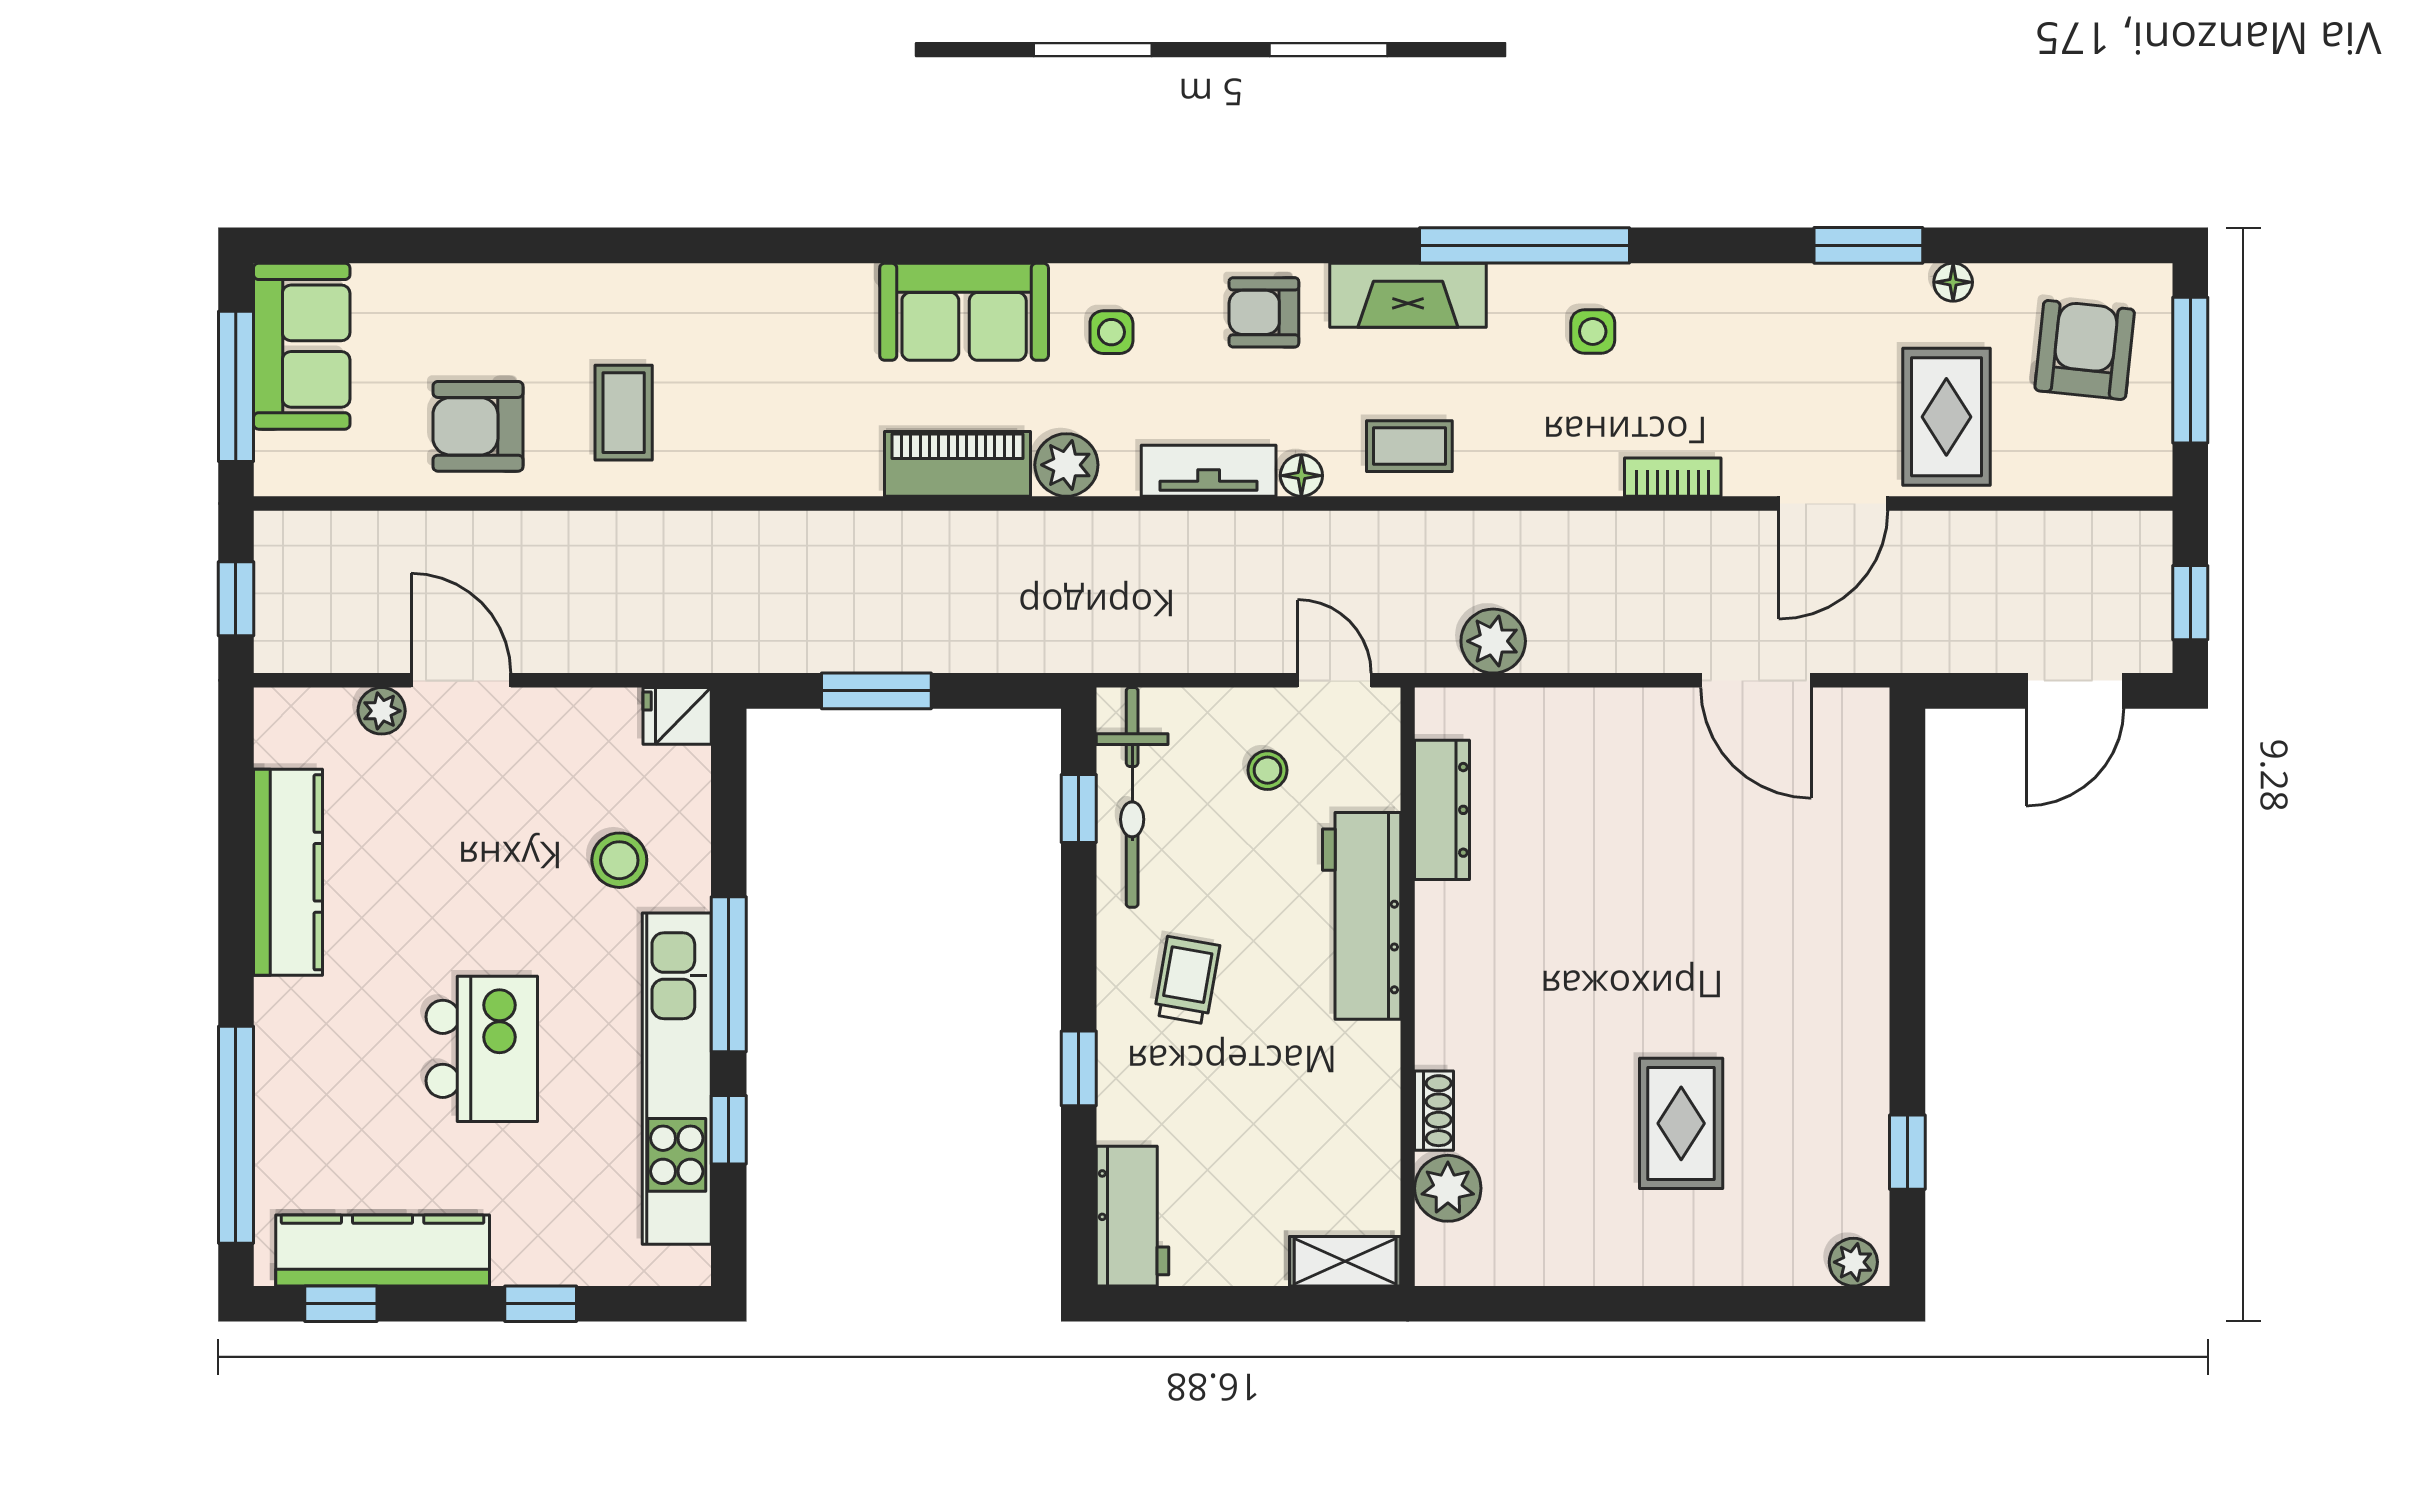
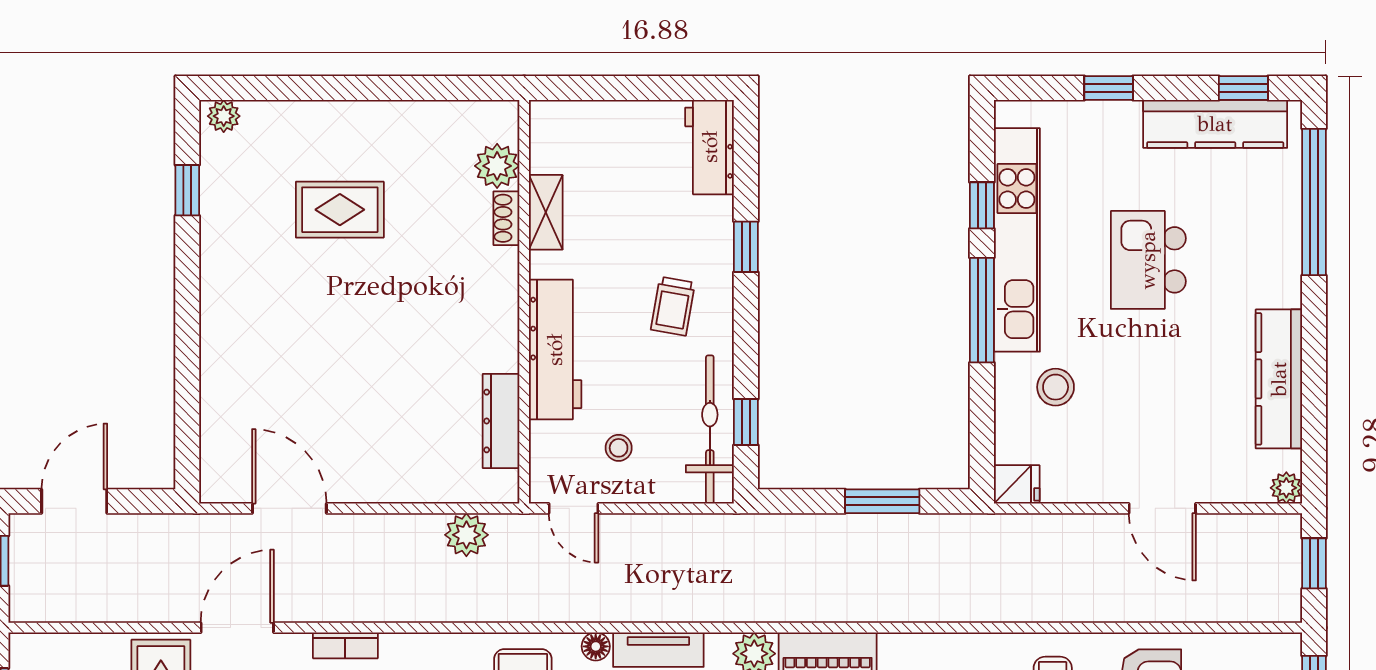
plant: (382, 711) -> (1286, 488), moved
rug: (1681, 1123) -> (340, 210), turned 90
shelving: (1345, 1261) -> (546, 212), moved, turned 90

